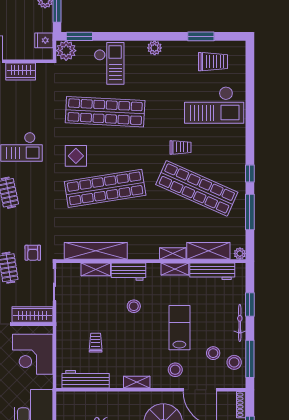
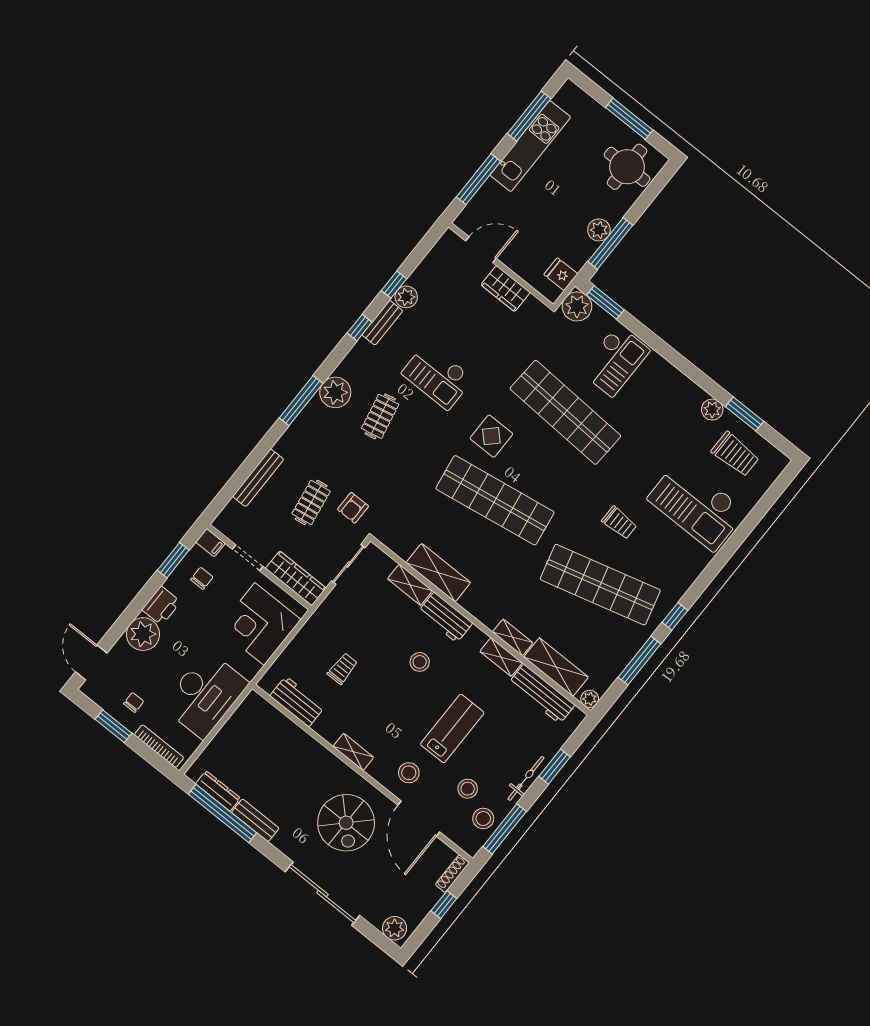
plant: (155, 48) -> (712, 410), moved
shop shelf: (197, 188) -> (600, 585), turned -39
shelving: (96, 251) -> (438, 573), width x0.68
workbench: (86, 379) -> (297, 701), width x0.73

